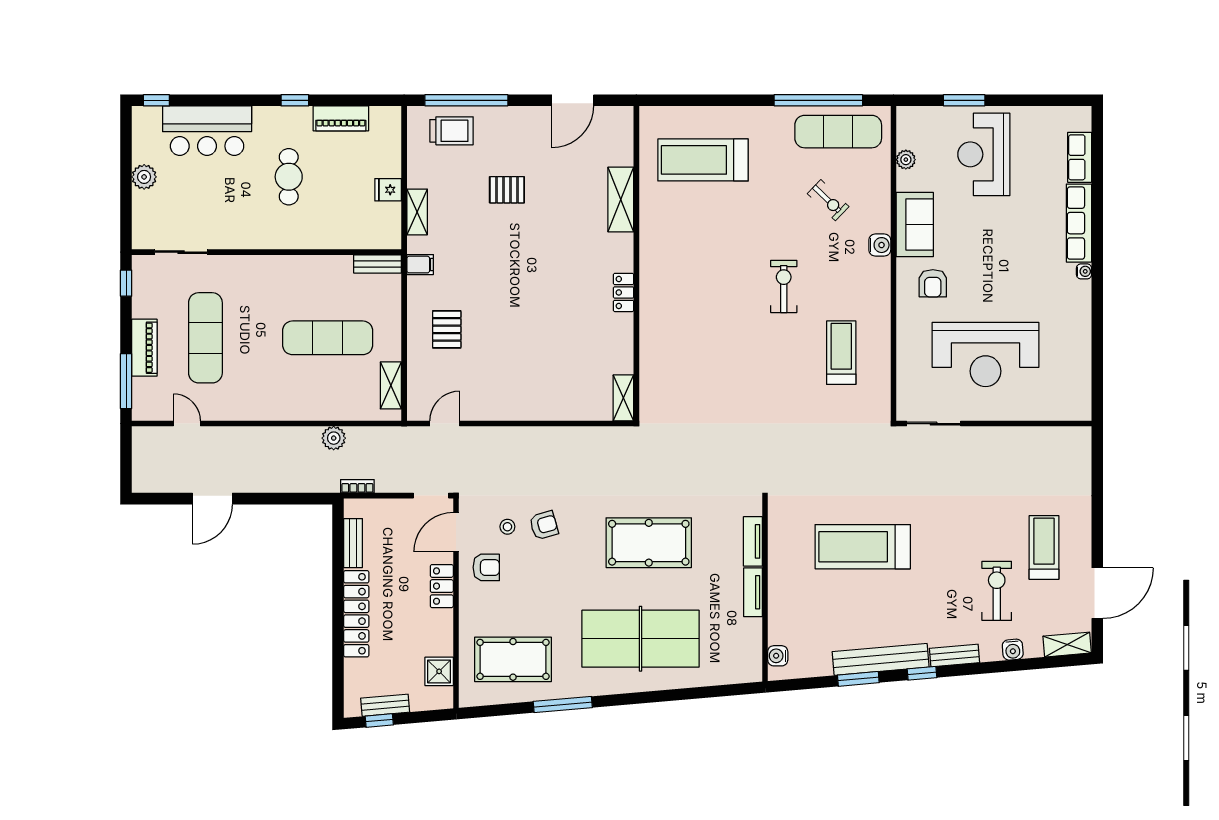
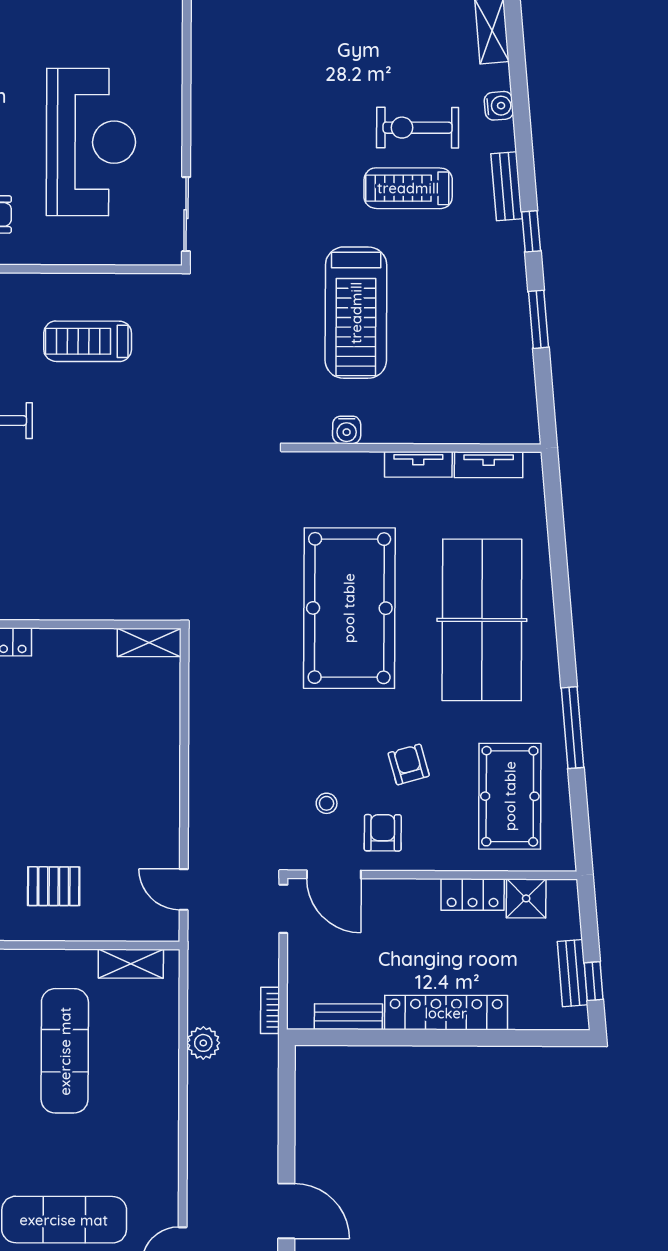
armchair: (544, 525) -> (409, 764), moved
tv unit: (753, 541) -> (489, 465), moved
pool table: (649, 543) -> (349, 608), width x1.36, depth x1.32
treadmill: (1044, 547) -> (408, 188), moved
locker: (442, 586) -> (473, 895), moved
water cooler: (778, 656) -> (347, 430), moved
bench: (881, 659) -> (512, 288), removed

